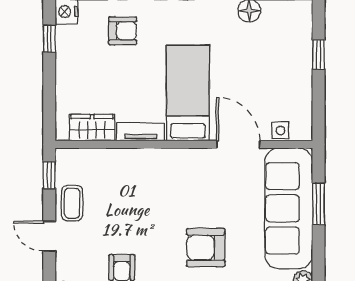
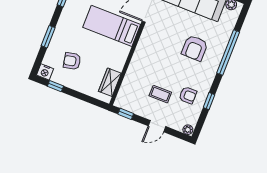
armchair: (123, 31) -> (72, 61), moved, turned -102
tv unit: (141, 132) -> (122, 58), removed
coffee table: (72, 203) -> (160, 94), moved

